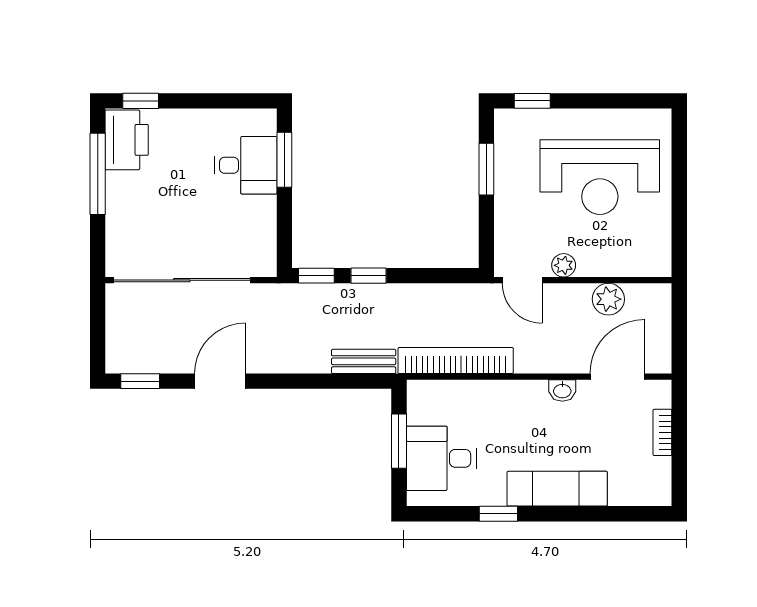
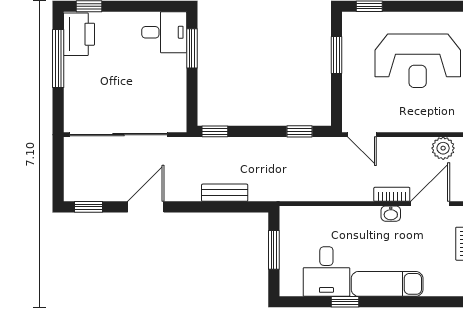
desk: (246, 165) -> (164, 32), moved
plant: (564, 265) -> (392, 124), removed
window: (369, 276) -> (300, 131), moved
plant: (608, 299) -> (443, 148), moved
bench: (364, 361) -> (225, 193), moved
bookcase: (456, 361) -> (392, 194), moved, width x0.43, depth x0.76
desk: (441, 458) -> (326, 272), moved, turned -90

